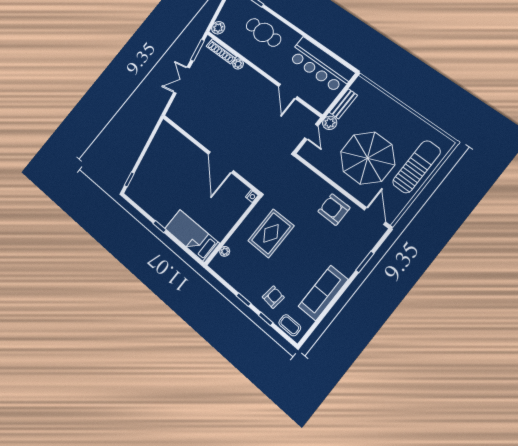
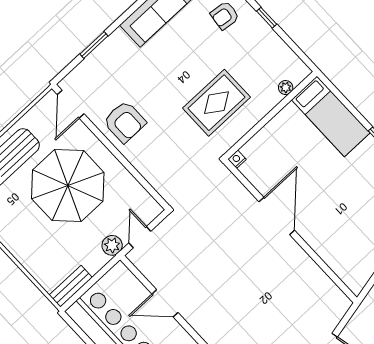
door: (288, 91) -> (165, 303), swing flipped
bench: (343, 104) -> (71, 286), moved

